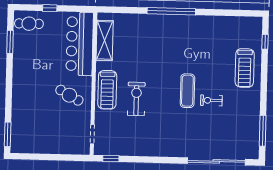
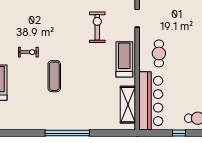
exercise mat: (187, 91) -> (54, 76), moved
cafe table: (69, 95) -> (159, 53), turned 61
exercise bike: (136, 99) -> (97, 27), moved, turned 180

